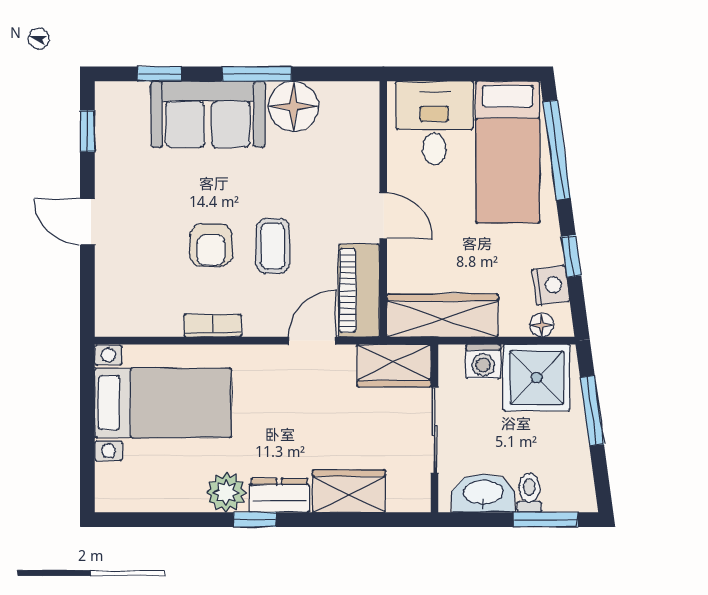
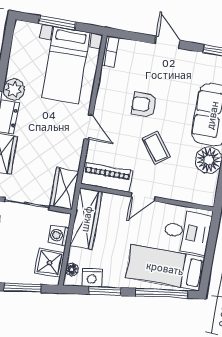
door: (87, 222) -> (167, 42), hinge flipped
coffee table: (273, 246) -> (156, 148), moved, turned 53
window: (571, 256) -> (105, 291), width x1.50
bookcase: (213, 325) -> (110, 51), moved
door: (312, 341) -> (89, 127), moved
shower: (537, 378) -> (50, 263), width x0.73, depth x0.73
window: (87, 433) -> (57, 23), added

